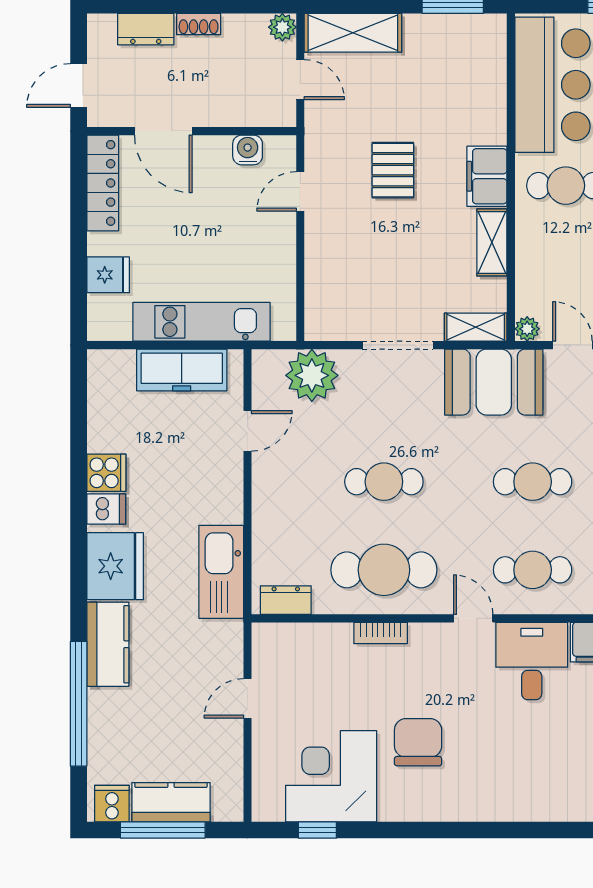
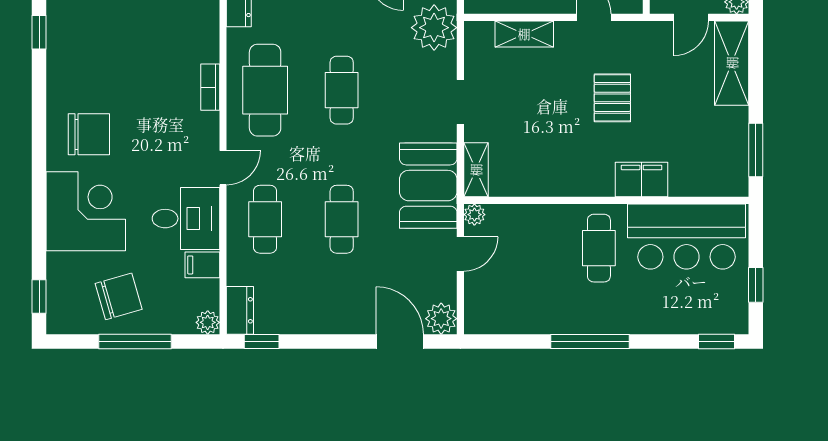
pallet: (393, 170) -> (612, 98), turned 90
filing cabinet: (487, 176) -> (642, 180), moved
shelving: (492, 242) -> (524, 34), moved
doorway: (398, 345) -> (460, 102), width x0.73
chair: (418, 742) -> (89, 134), moved
corner desk: (331, 776) -> (86, 211), moved

